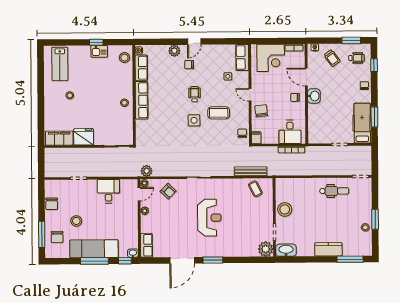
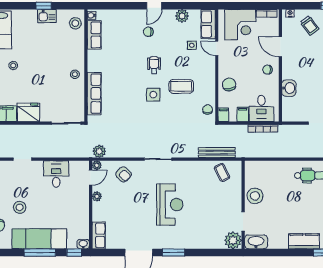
plant: (174, 51) -> (182, 16), moved
door: (250, 95) -> (217, 48), moved
washbasin: (314, 96) -> (289, 88), moved
row of seats: (142, 100) -> (94, 94), moved
filing cabinet: (273, 137) -> (243, 114), added

